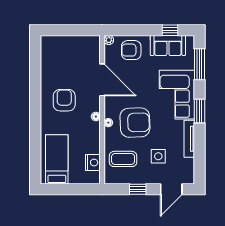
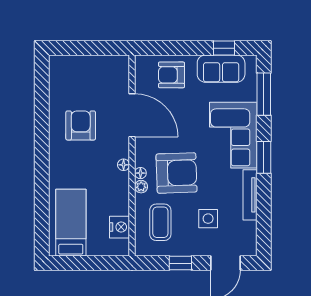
plant: (109, 40) -> (141, 187), moved
armchair: (64, 100) -> (81, 125), moved
coffee table: (123, 159) -> (160, 222), turned 90

